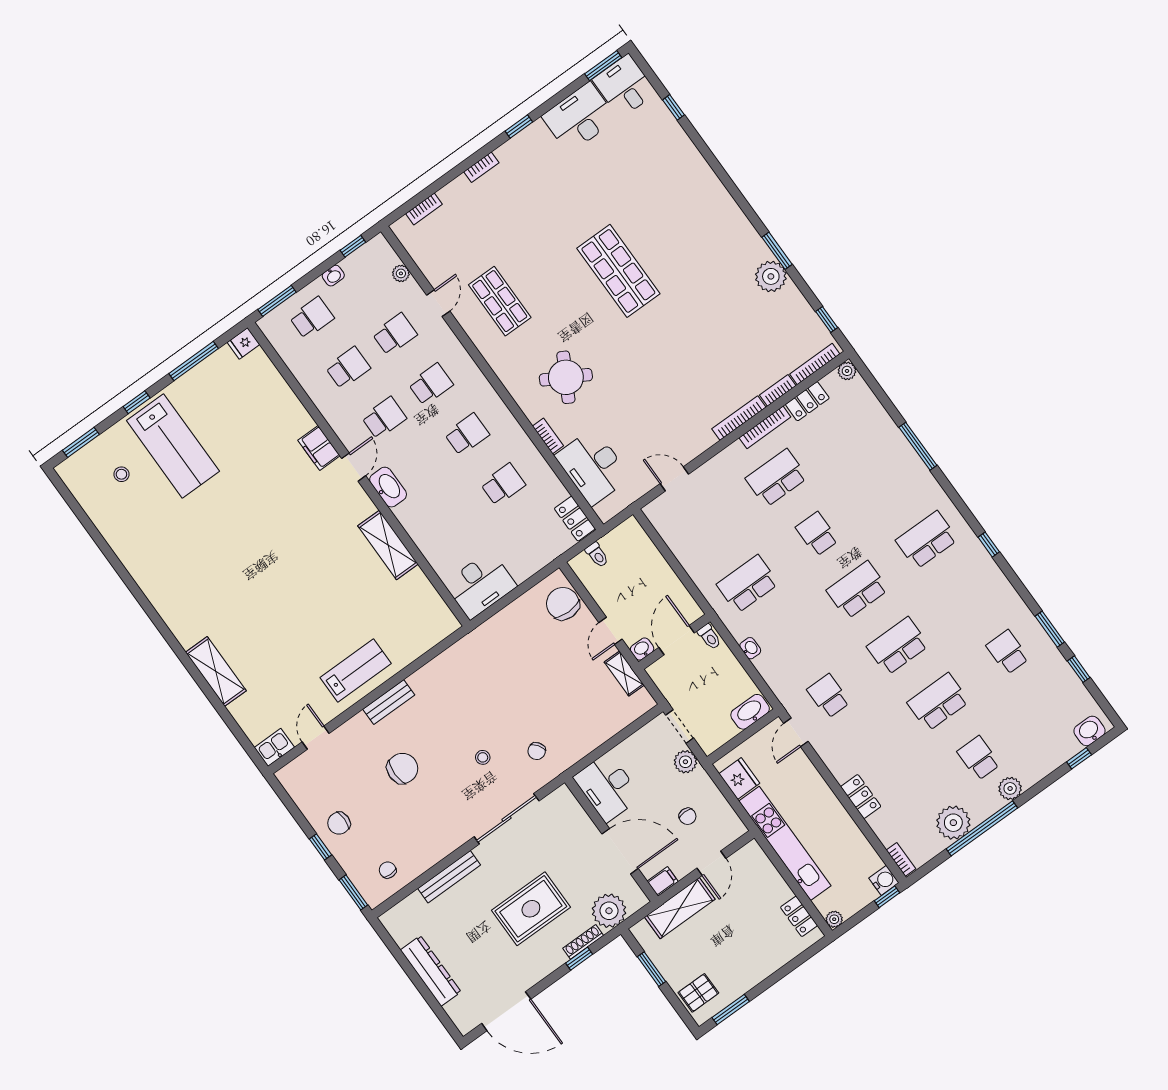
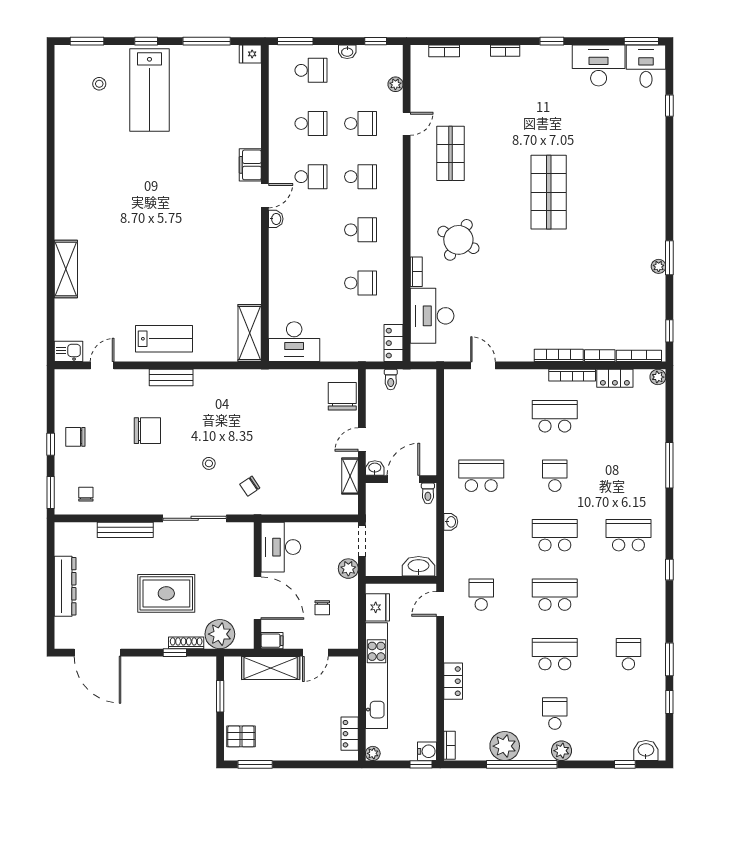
plant: (771, 276) -> (659, 266), width x0.53, depth x0.53
washbasin: (388, 487) -> (276, 219), width x0.52, depth x0.69
shelving: (388, 545) -> (250, 333), moved

